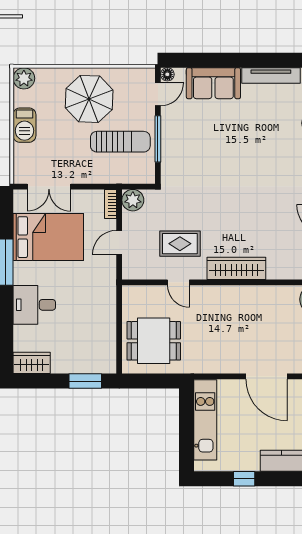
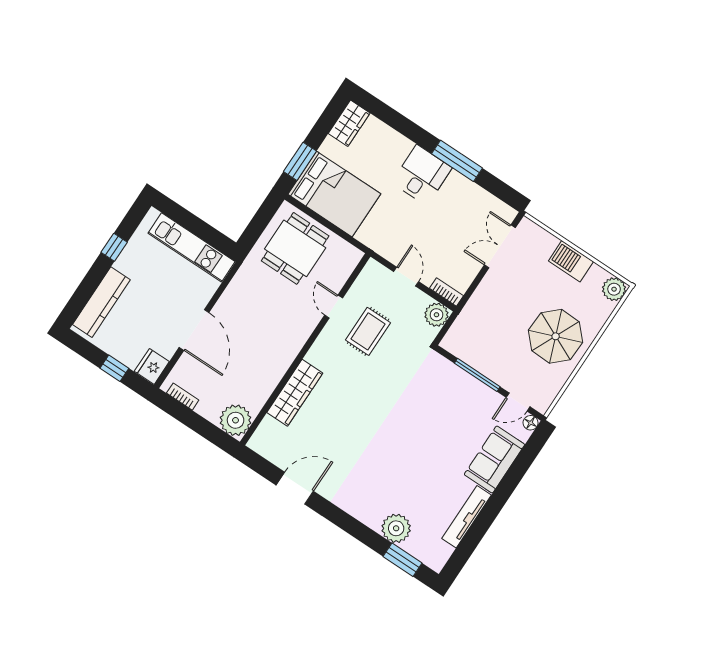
door: (158, 94) -> (518, 402), hinge flipped
sun lounger: (120, 142) -> (498, 339), removed
bed: (48, 237) -> (334, 194), moved, turned -90
wardrobe: (236, 268) -> (295, 393), moved
door: (178, 282) -> (334, 307), hinge flipped
desk: (34, 305) -> (422, 175), moved
door: (266, 376) -> (194, 330), swing flipped

